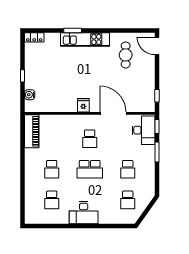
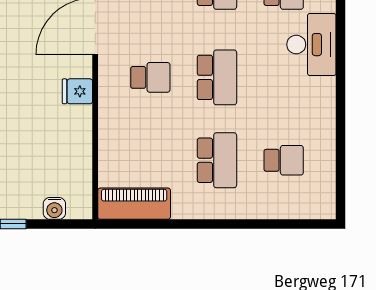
school desk: (52, 169) -> (217, 160), width x1.85
desk: (84, 213) -> (311, 45), moved

